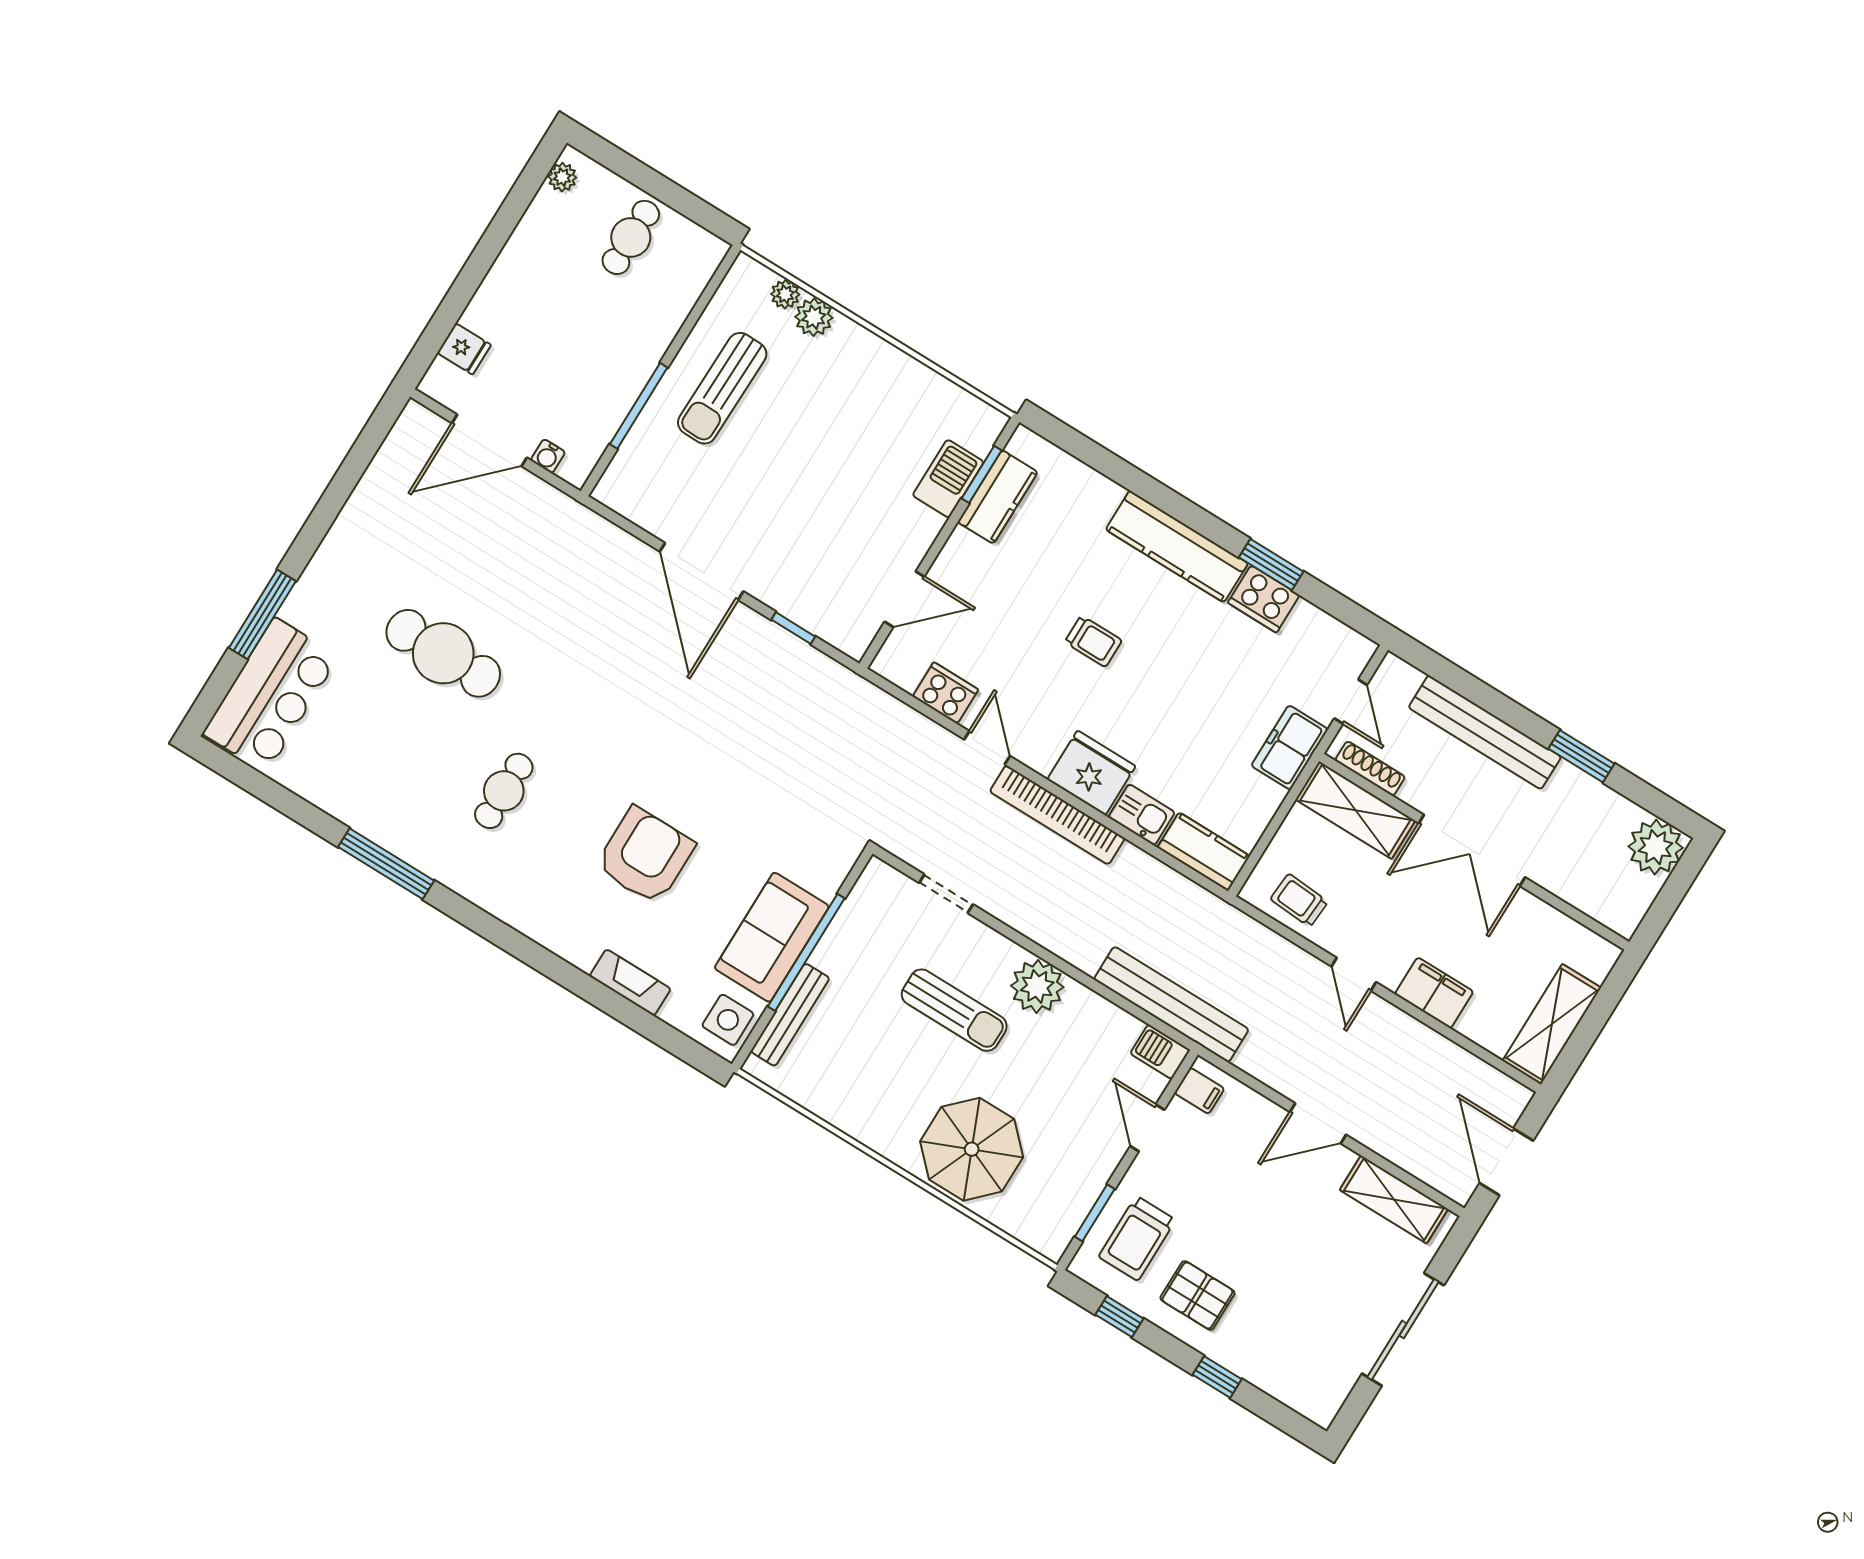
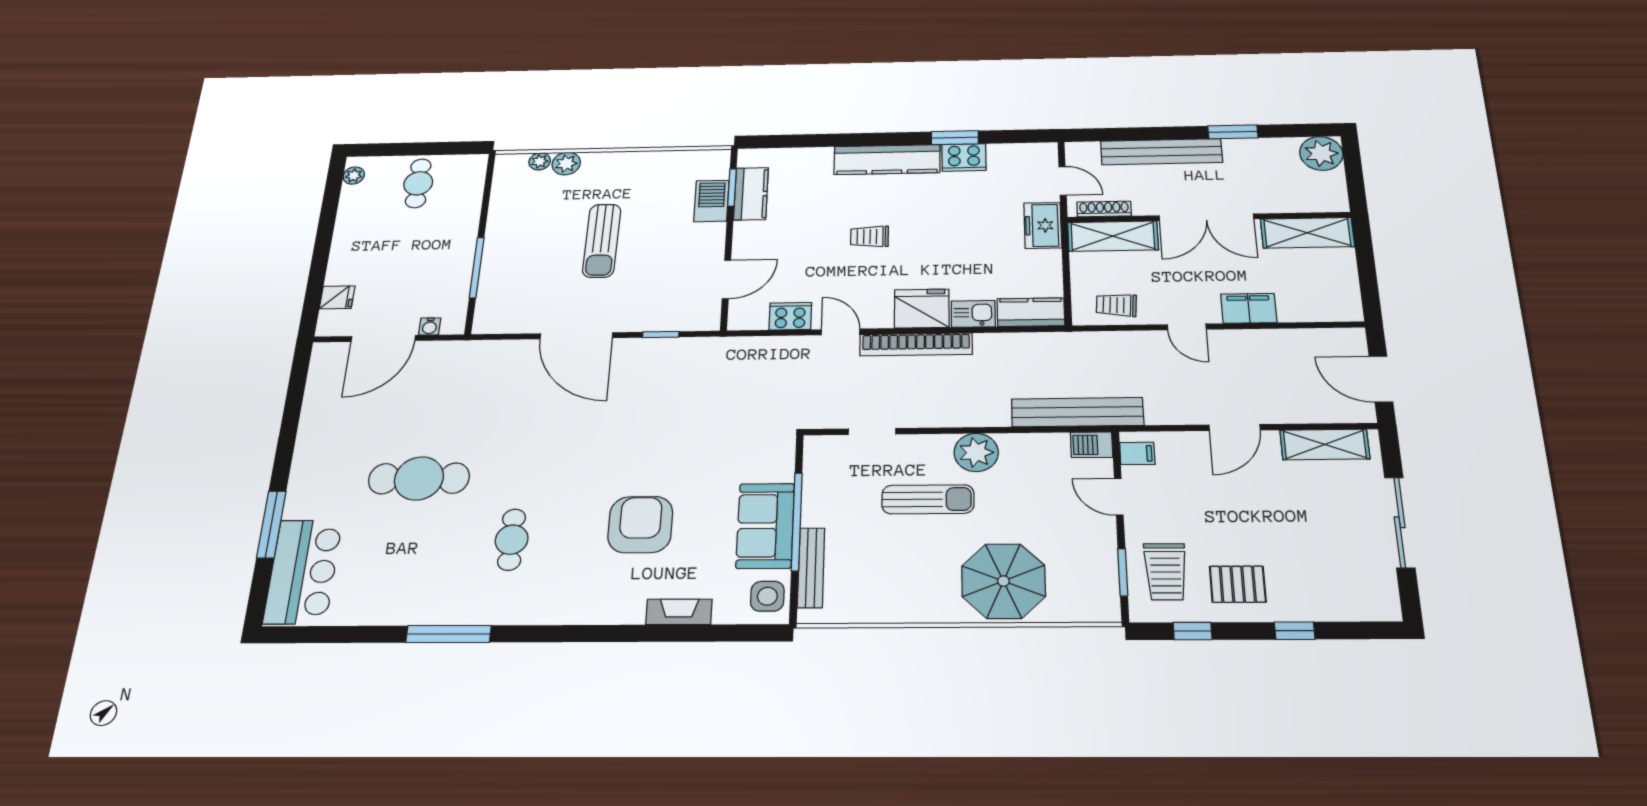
sun lounger: (722, 388) -> (602, 241), moved
trolley: (1093, 641) -> (870, 237), turned 180
shelving: (1552, 1024) -> (1307, 233), moved, turned 90

